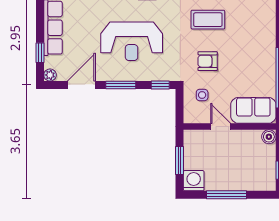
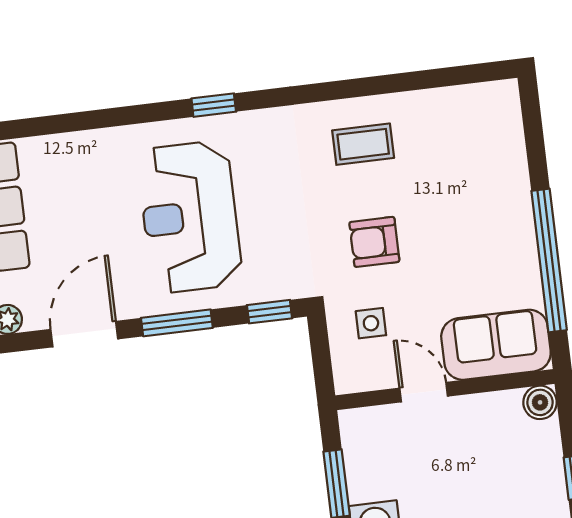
coffee table: (208, 20) -> (363, 144), width x0.73, depth x0.77
reception desk: (132, 41) -> (190, 217), turned 90

